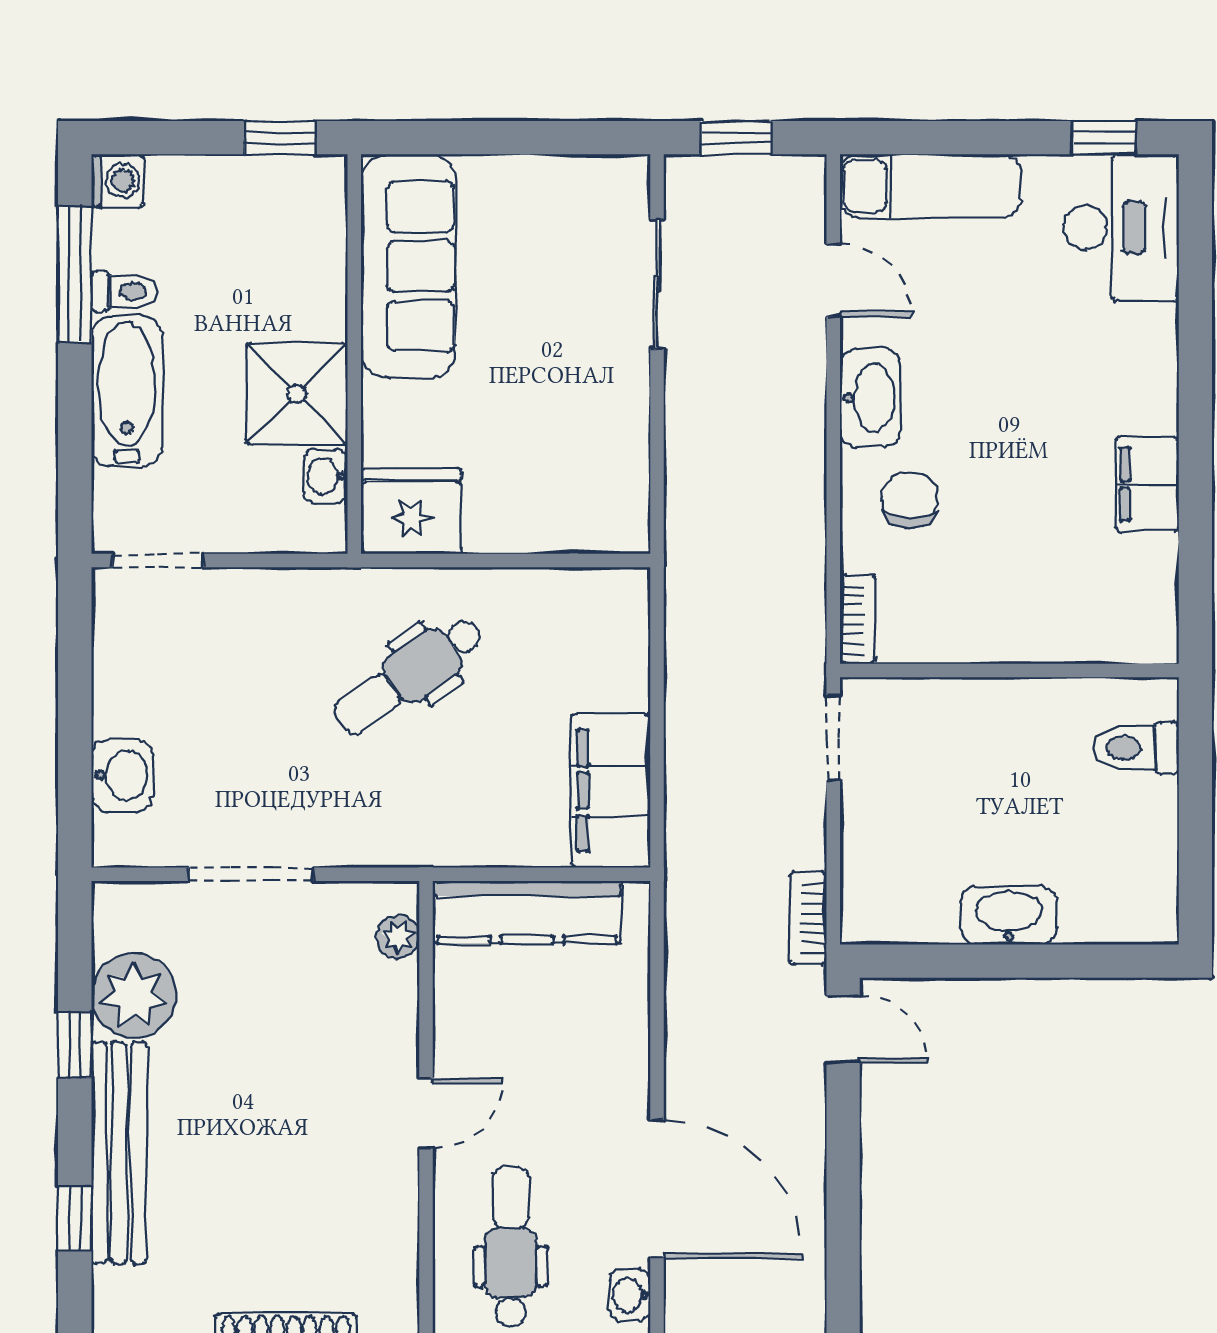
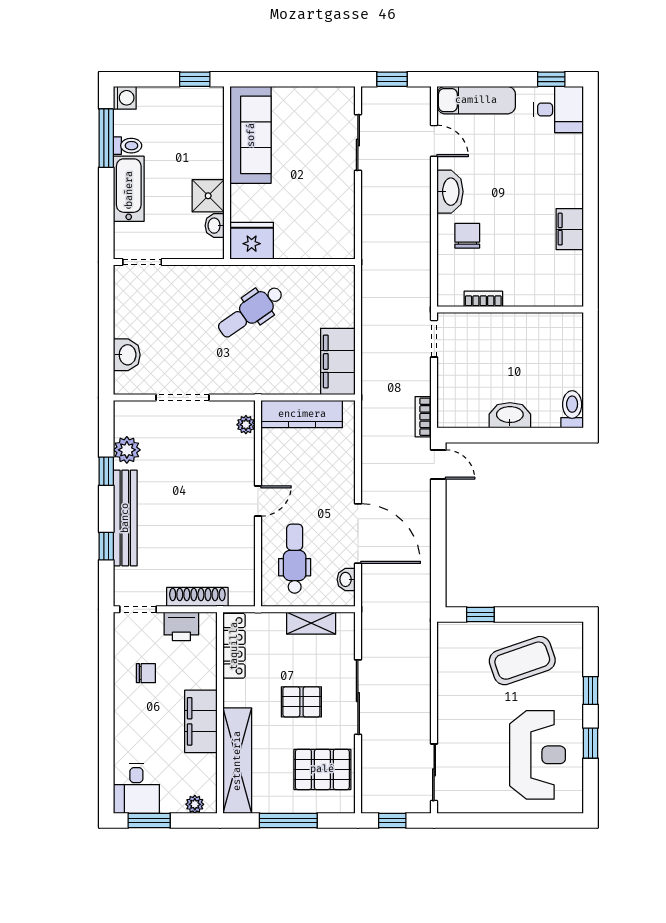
desk: (1121, 228) -> (559, 109), width x0.73
shower: (297, 394) -> (208, 196), width x0.73, depth x0.73
bookcase: (858, 619) -> (483, 299), moved, turned -90
toilet: (1136, 748) -> (572, 409), moved, turned 90
plant: (134, 995) -> (127, 450), width x0.73, depth x0.73

